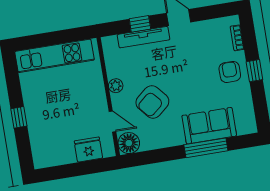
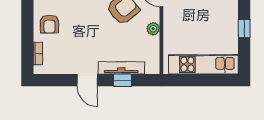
window: (254, 71) -> (27, 22), removed
window: (19, 117) -> (244, 28), moved

